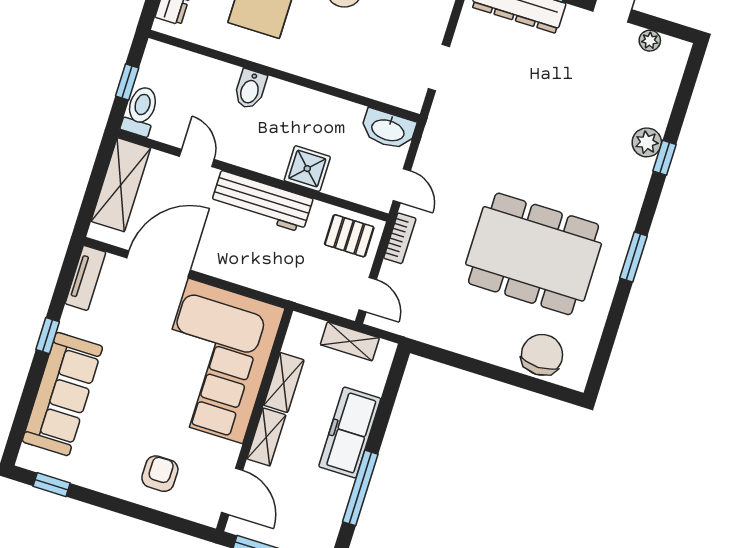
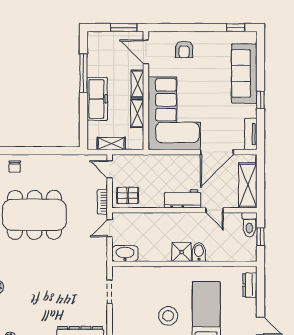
shower: (307, 169) -> (182, 252), moved
door: (402, 186) -> (110, 228), hinge flipped
workbench: (262, 202) -> (183, 199), width x0.73
chair: (542, 355) -> (15, 167), width x0.54, depth x0.54

